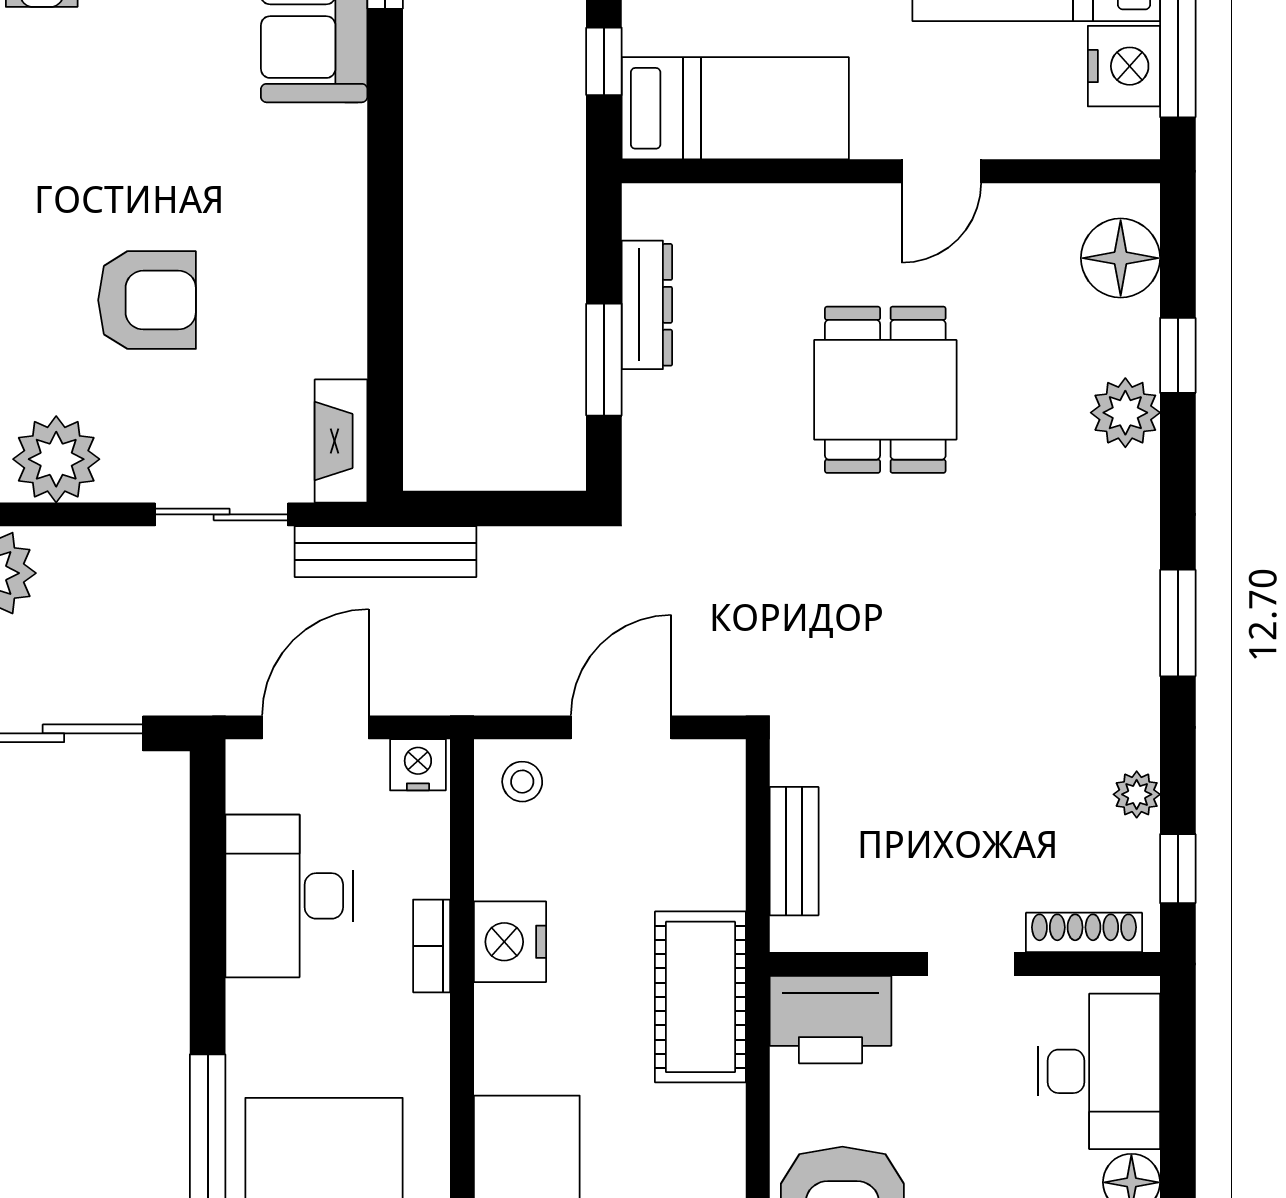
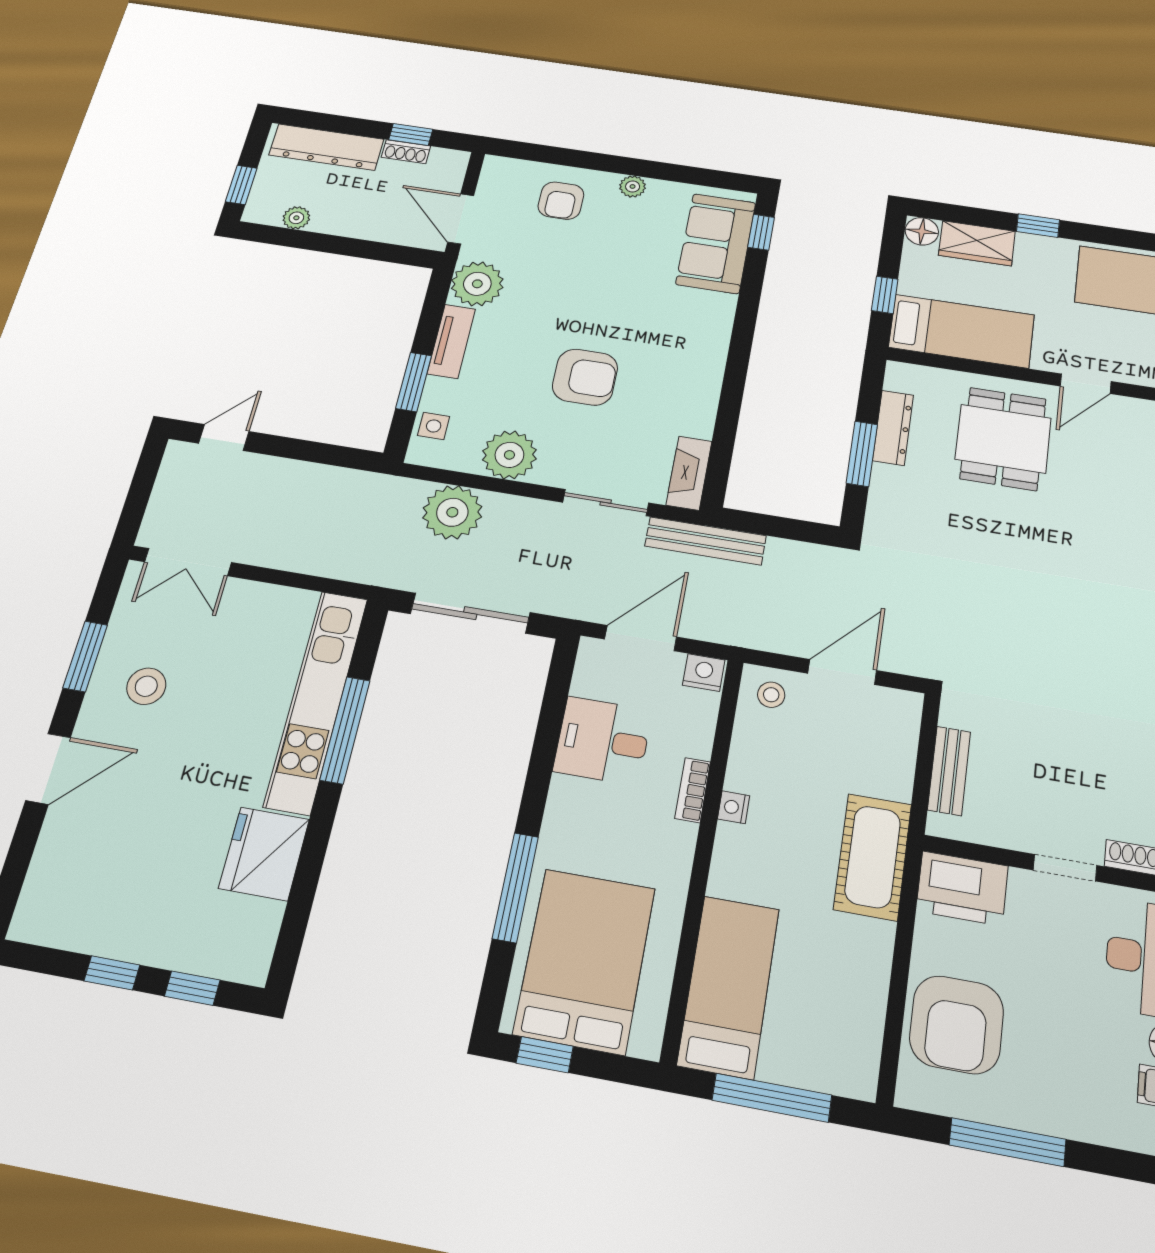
dining table: (885, 390) -> (1003, 439), moved
desk: (289, 896) -> (603, 741), width x0.73
nightstand: (510, 942) -> (734, 807), width x0.53, depth x0.56

